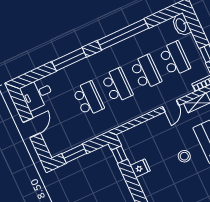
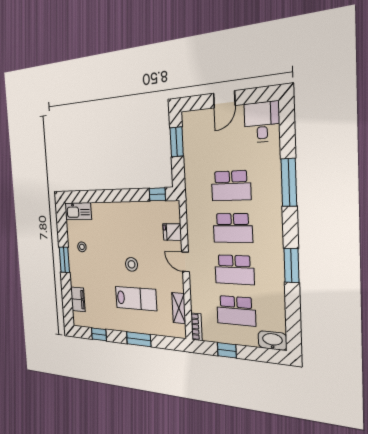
window: (123, 34) -> (291, 266), width x0.47
door: (171, 106) -> (185, 262), moved
door: (32, 128) -> (224, 99), hinge flipped
fridge: (140, 168) -> (172, 232), moved, turned 90

